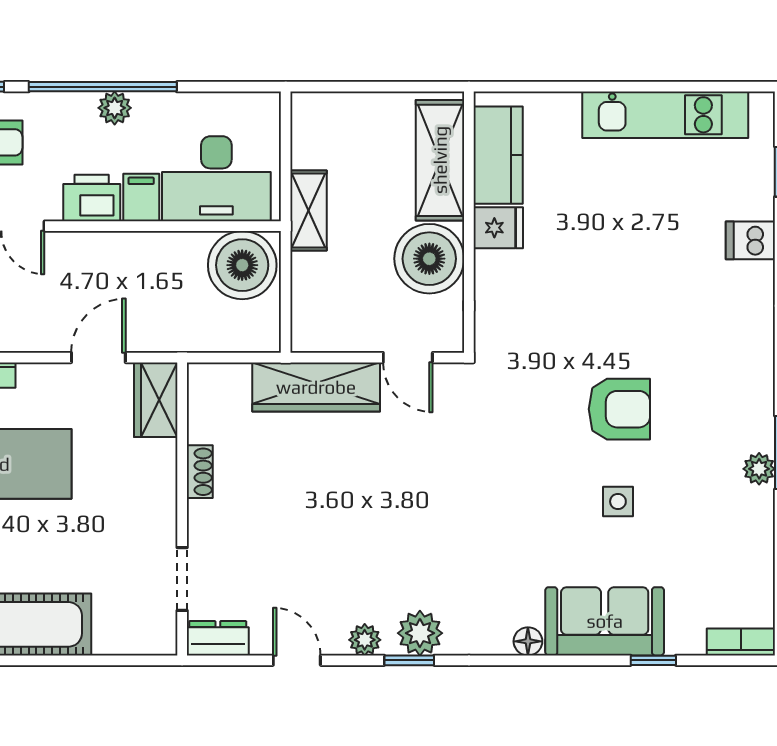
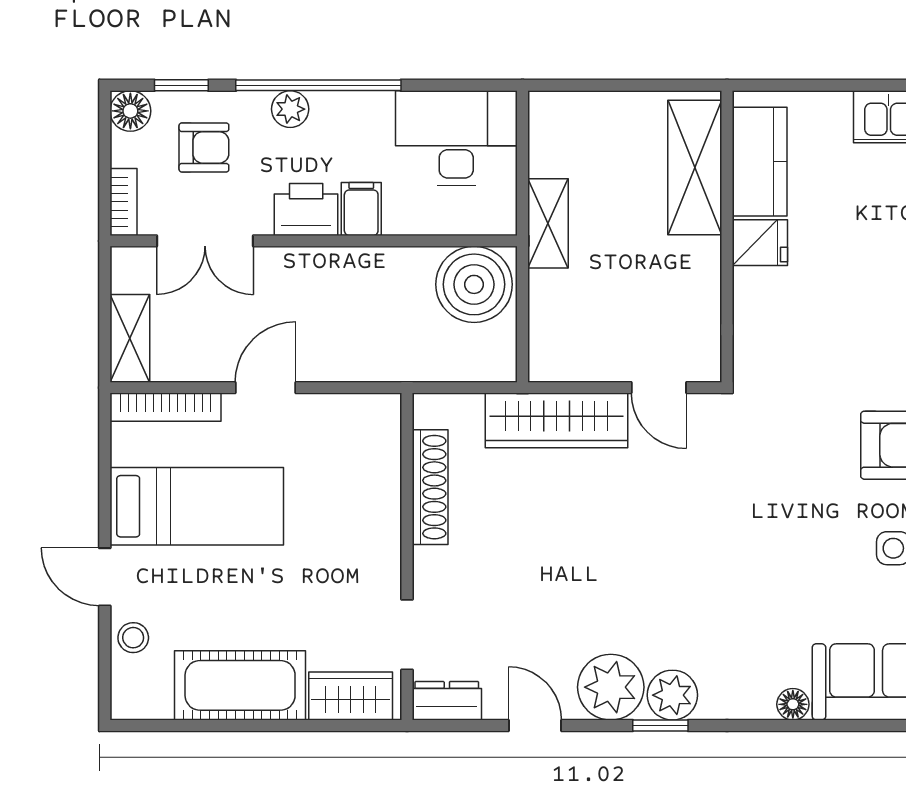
plant: (115, 108) -> (290, 109), moved
desk: (216, 179) -> (456, 138), moved, turned 180
boiler: (429, 259) -> (683, 277), removed
door: (98, 358) -> (265, 388), moved
wardrobe: (156, 400) -> (351, 696), moved, turned 90
shoe rack: (200, 472) -> (430, 487), width x1.94, depth x1.24
plant: (365, 640) -> (611, 687), width x1.88, depth x1.88

